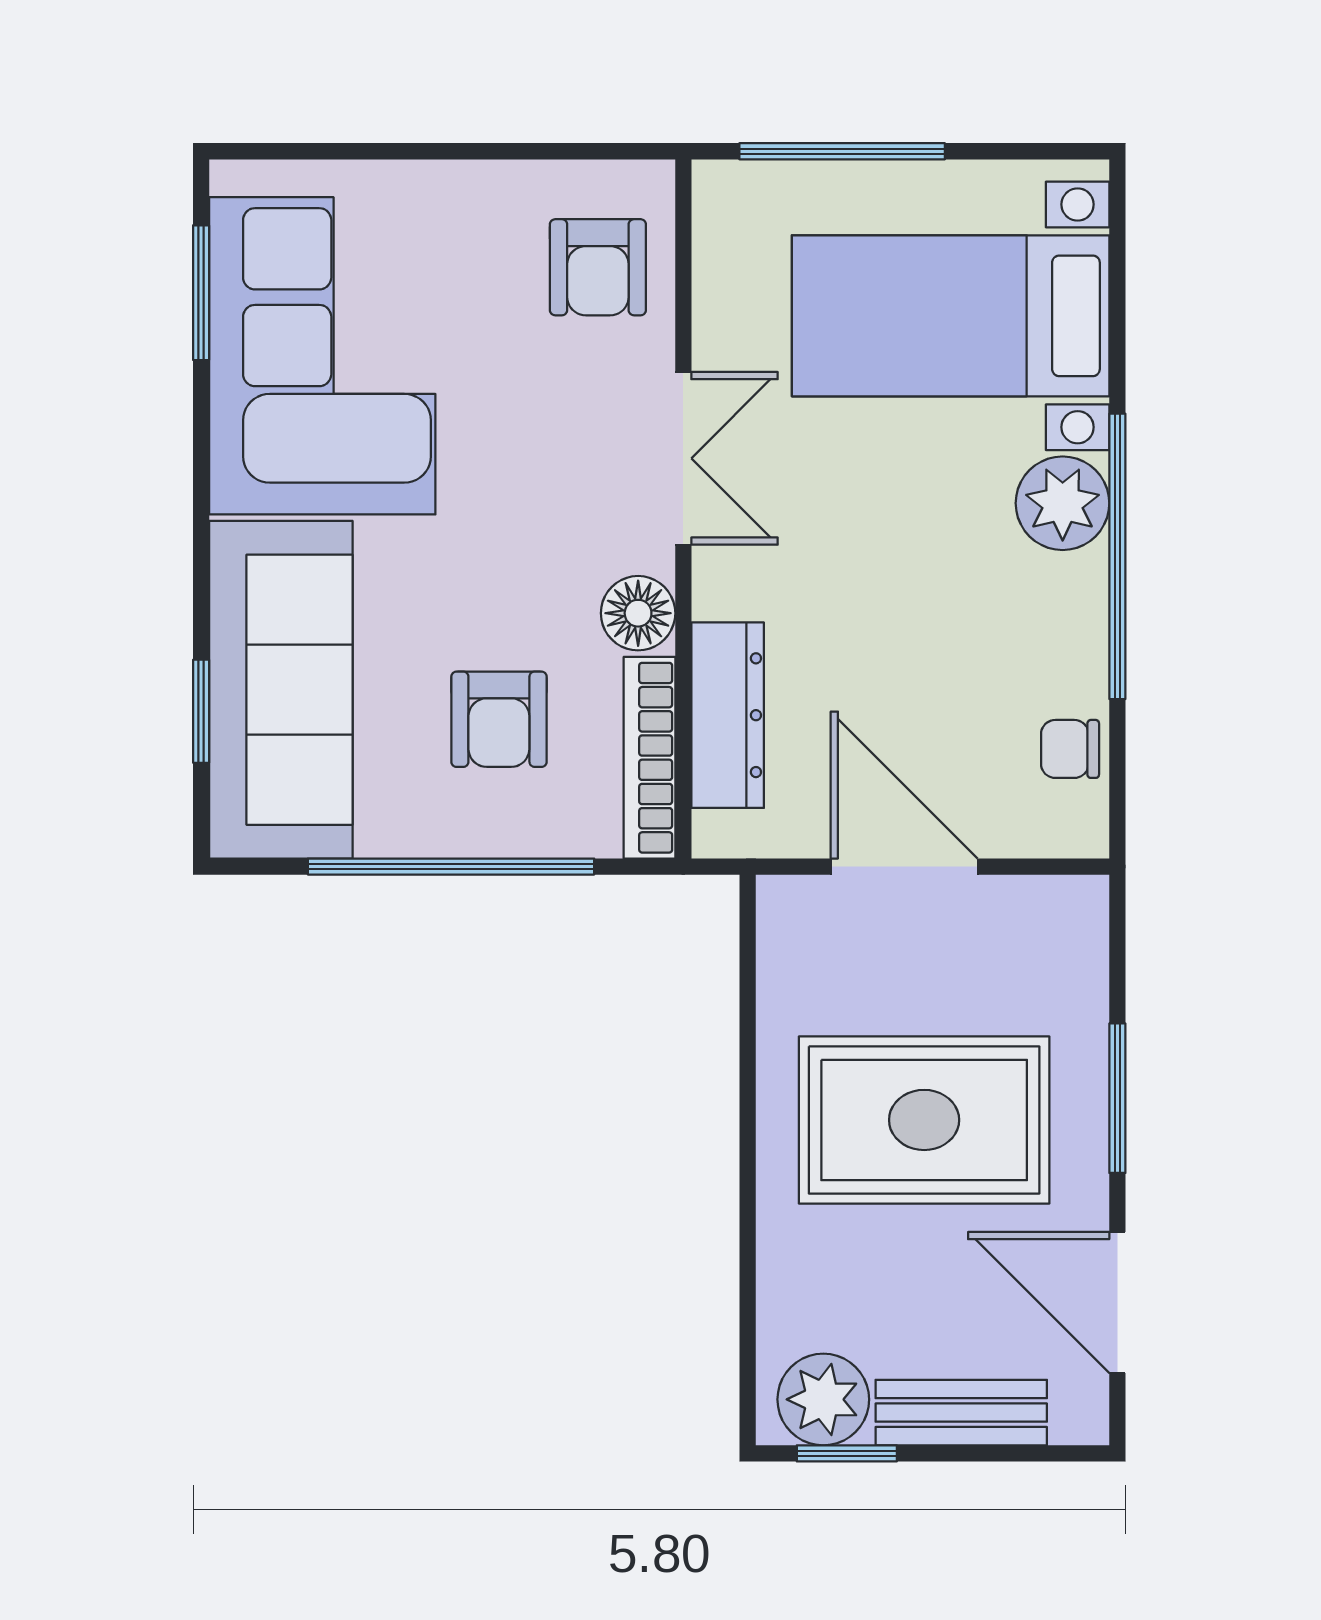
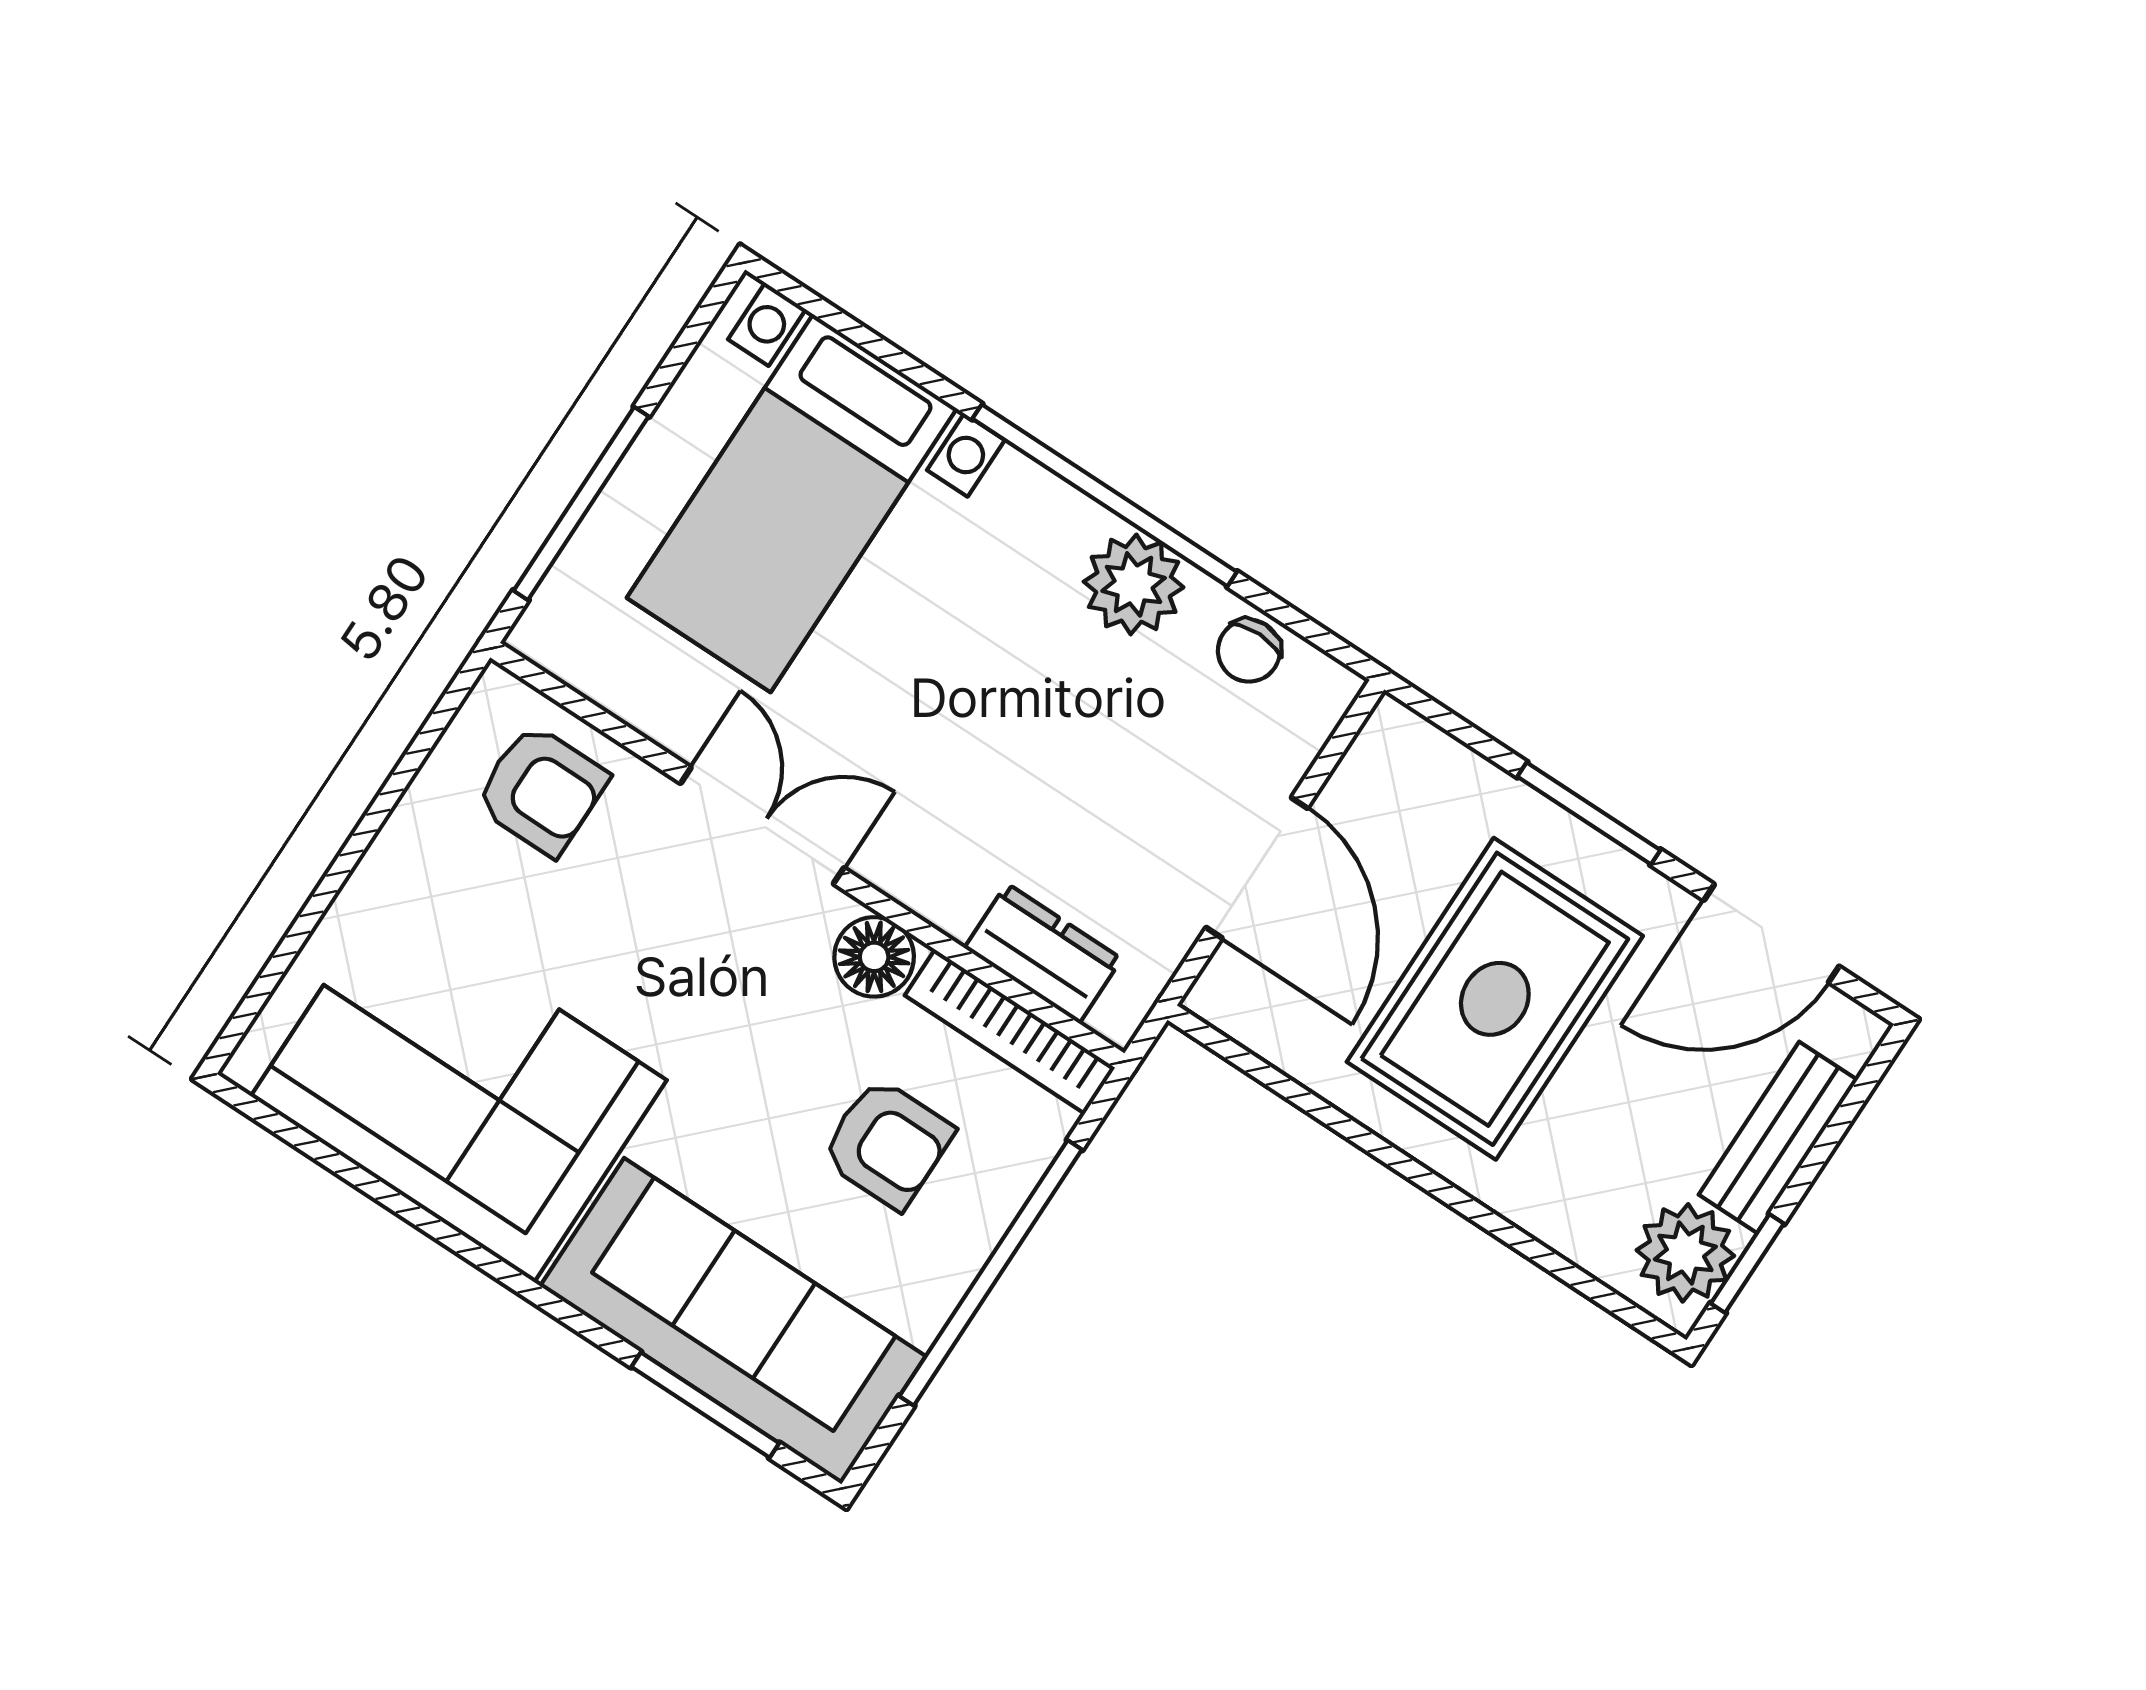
window: (201, 293) -> (331, 1159), removed
plant: (1063, 503) -> (1134, 584), moved
window: (201, 711) -> (705, 1405), width x1.50
dresser: (728, 715) -> (1043, 953), width x0.70
door: (904, 867) -> (1257, 868), swing flipped

